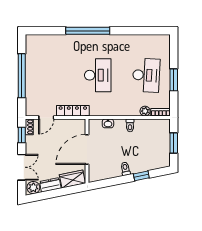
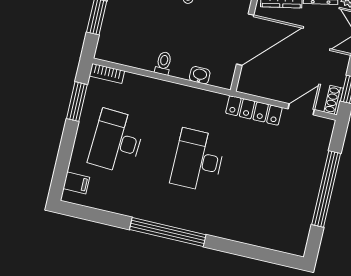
window: (88, 31) -> (168, 232), moved
filing cabinet: (163, 46) -> (76, 183), added
window: (174, 80) -> (77, 102), moved
plant: (145, 111) -> (133, 81), removed

